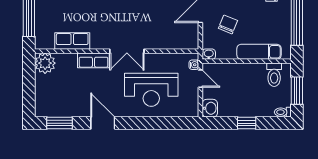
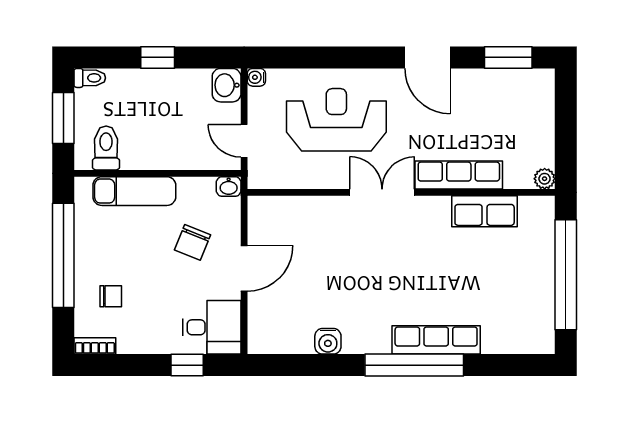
row of seats: (93, 60) -> (459, 175), width x1.48
plant: (45, 63) -> (545, 179), width x0.53, depth x0.53
water cooler: (194, 65) -> (256, 77), moved

